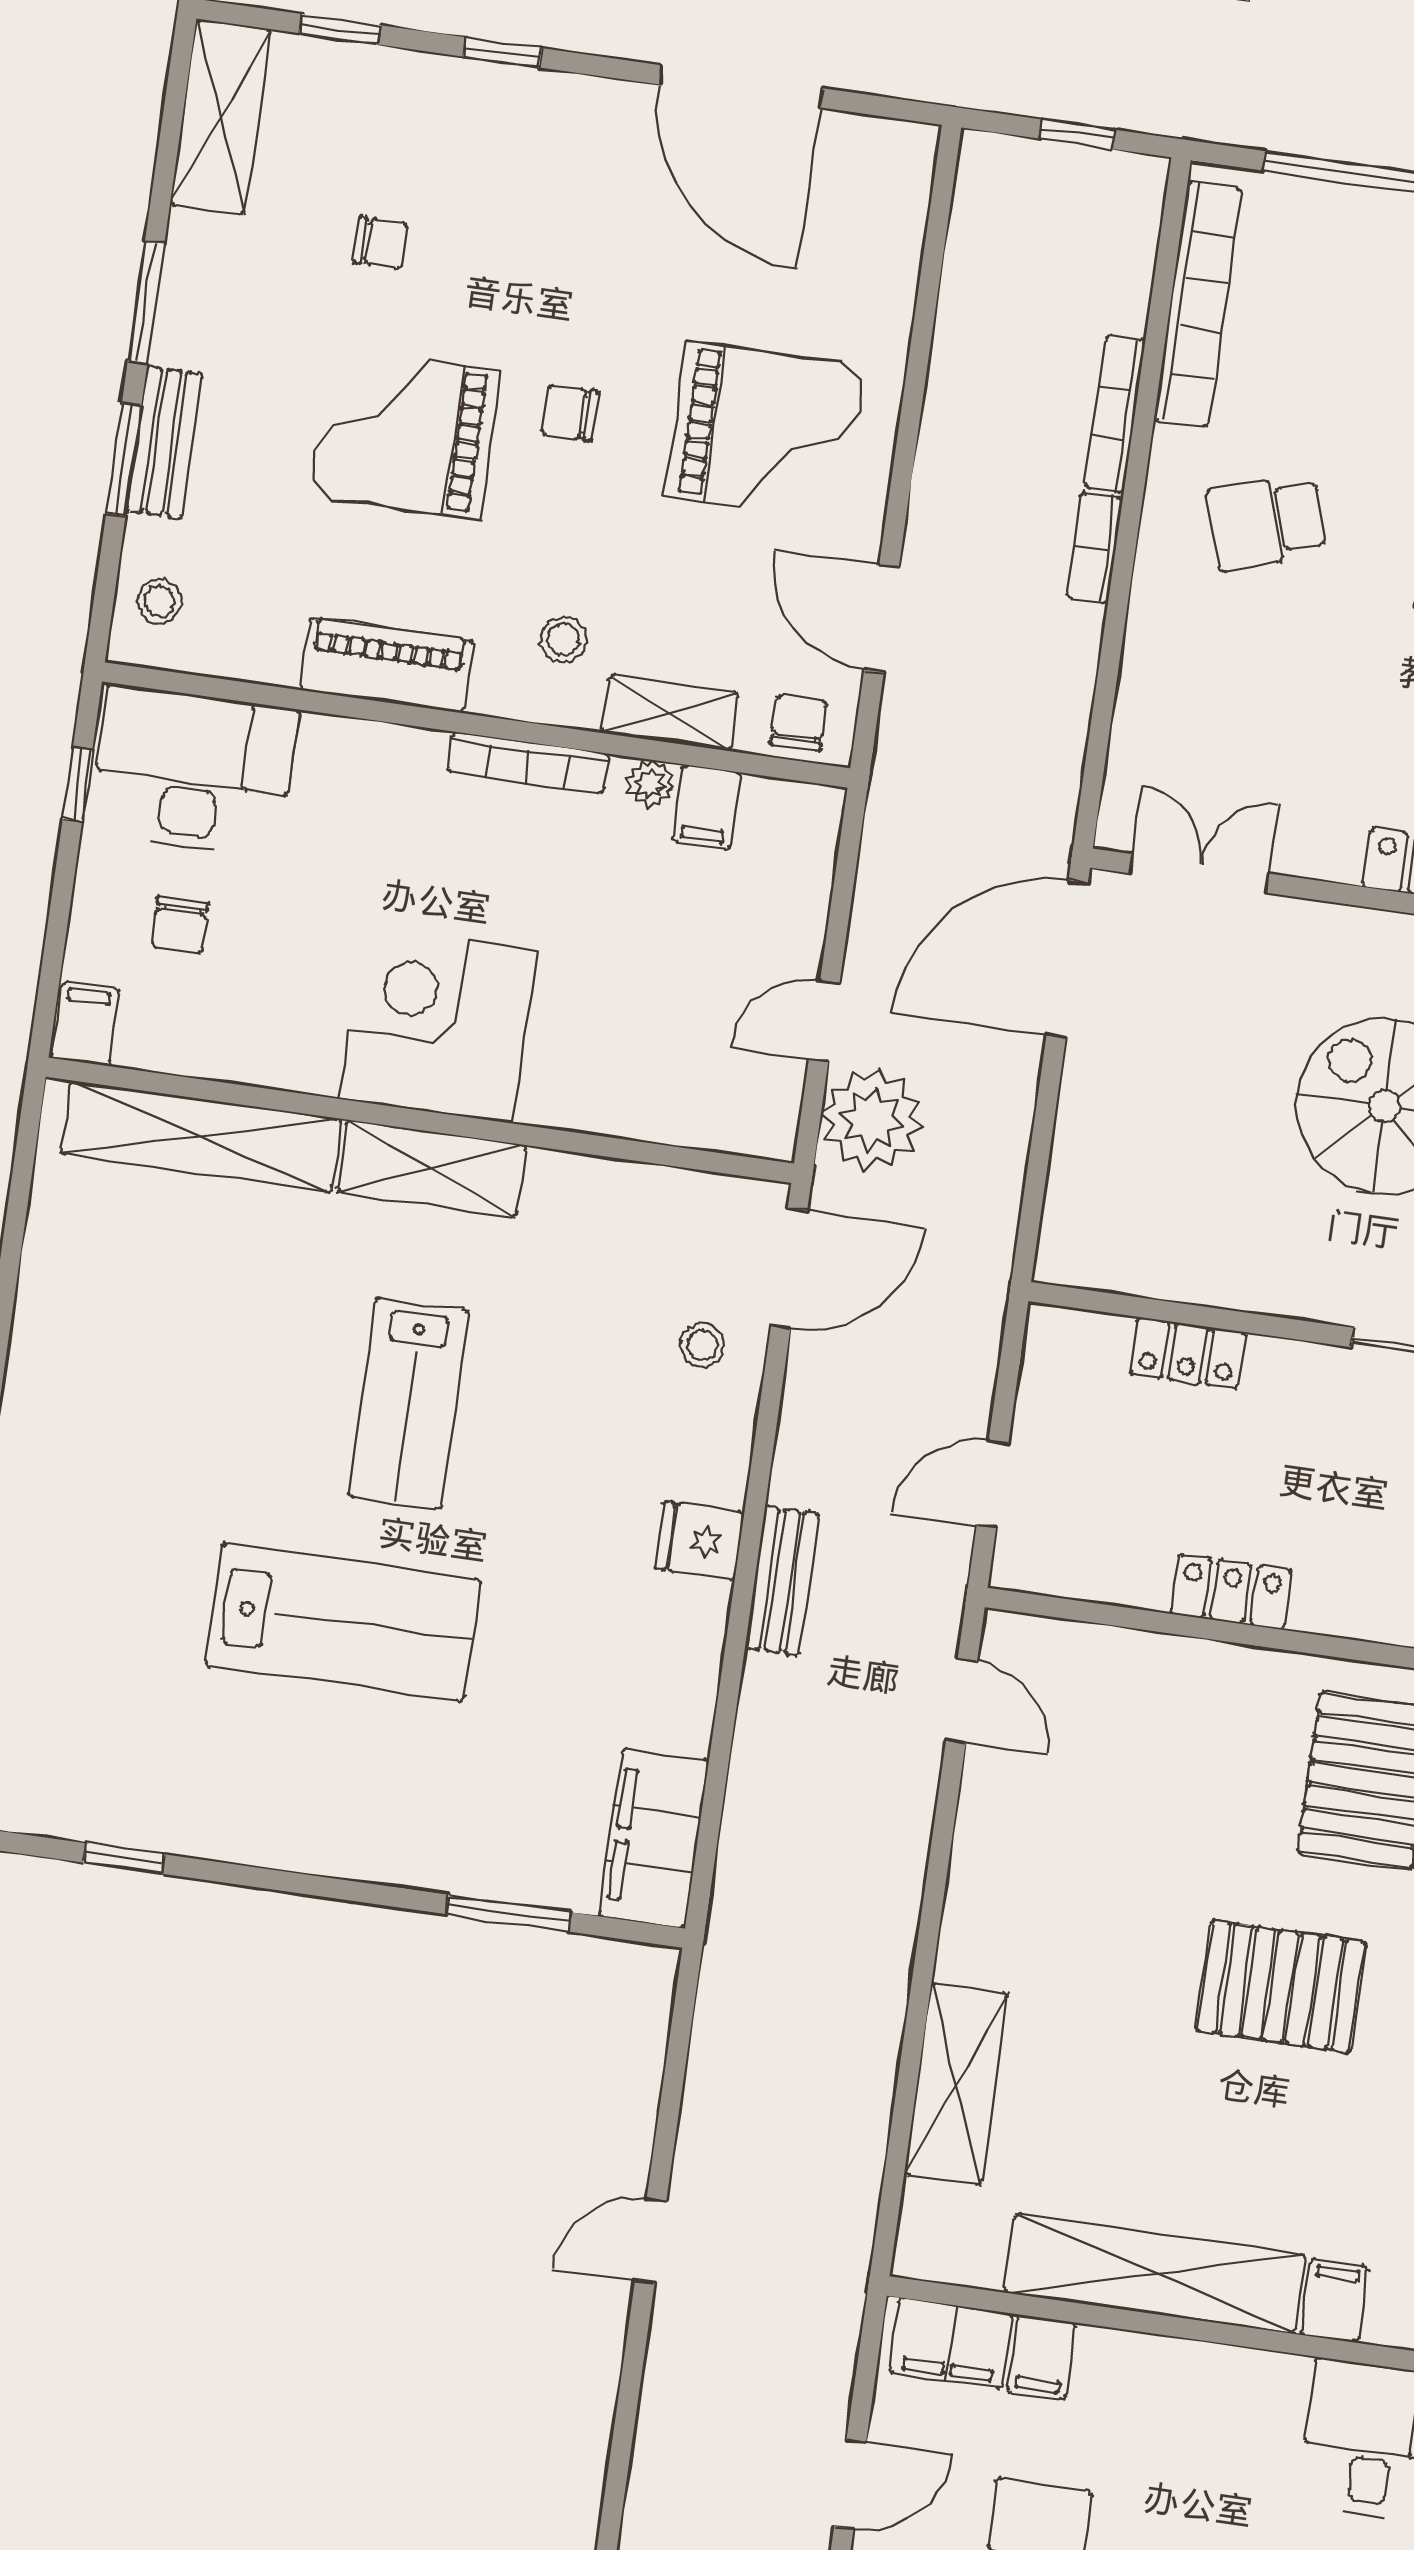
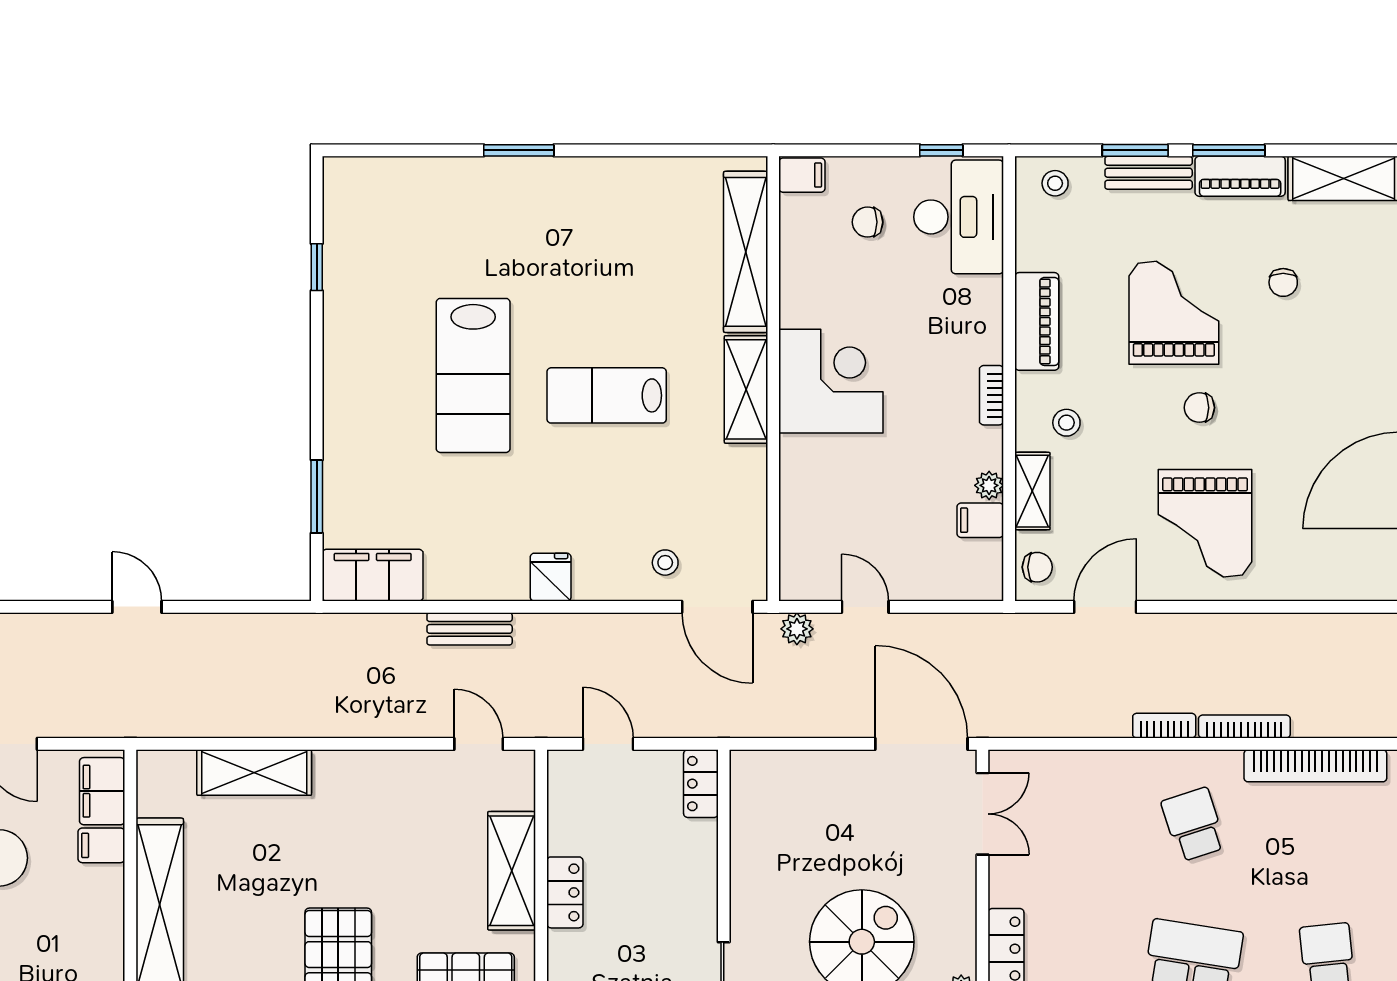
piano: (192, 290) -> (1240, 176), added
chair: (570, 413) -> (1199, 408), turned -90
bookcase: (528, 763) -> (991, 395), width x0.64
plant: (872, 1120) -> (797, 629), width x0.53, depth x0.53
locker: (1188, 1353) -> (701, 784), moved
bench: (782, 1581) -> (470, 629), moved
shelving: (1182, 1676) -> (512, 871), added
door: (962, 1701) -> (479, 744), swing flipped

